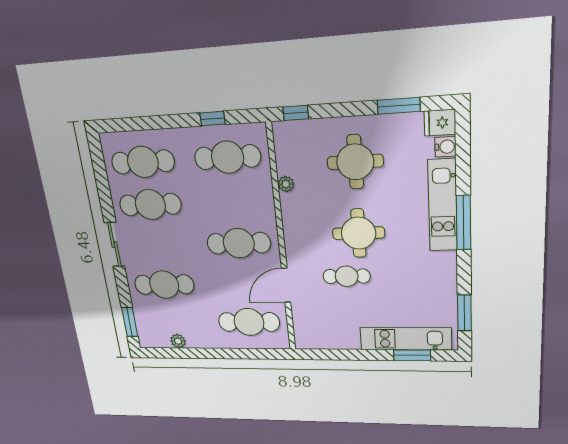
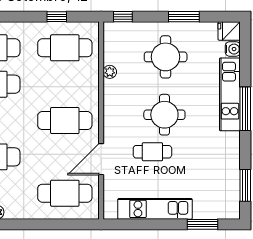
window: (399, 106) -> (184, 17), moved
kitchen unit: (406, 339) -> (155, 209), moved

